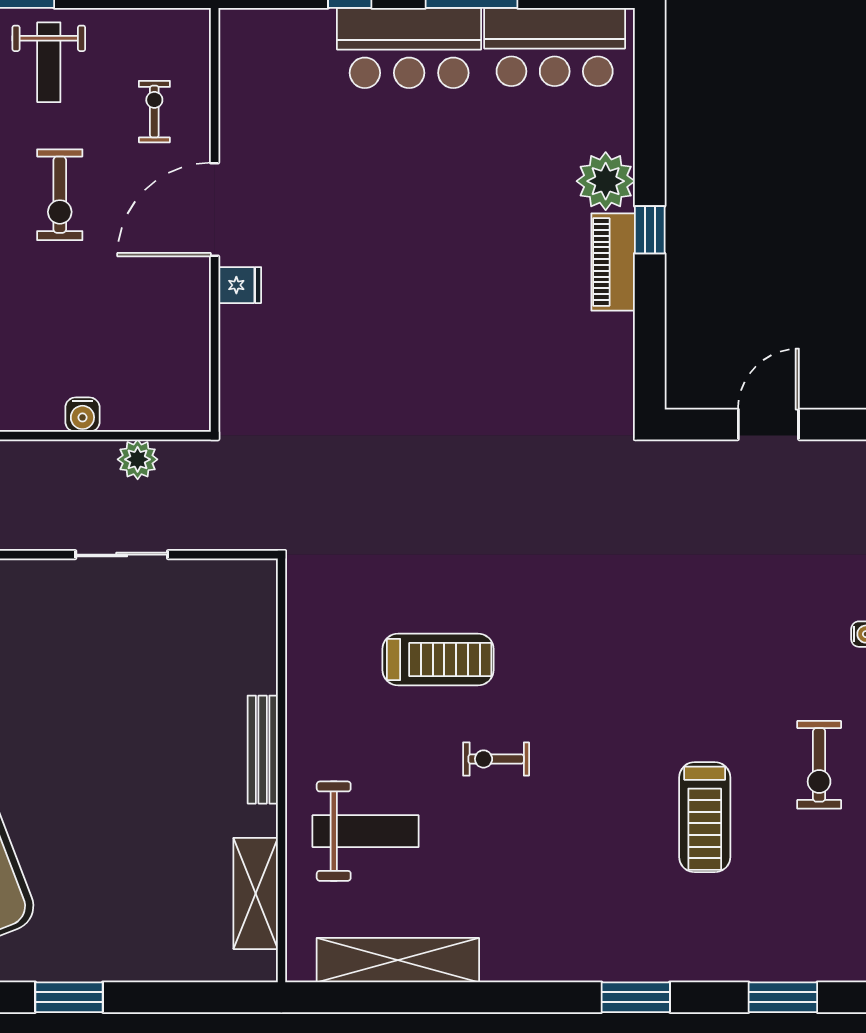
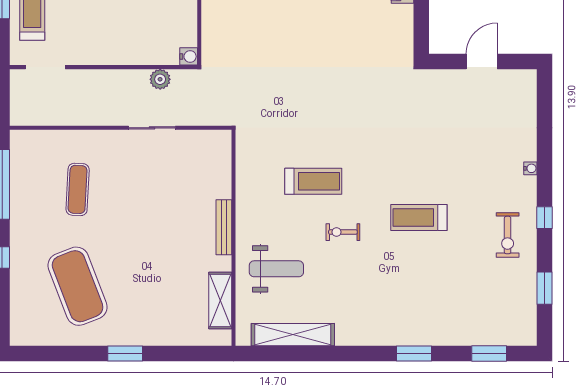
water cooler: (82, 415) -> (189, 56), moved, turned -90
treadmill: (705, 817) -> (419, 218), moved, turned 90

